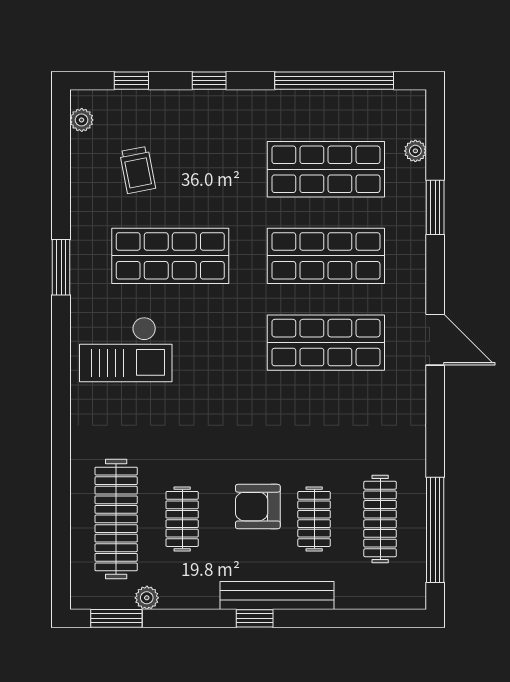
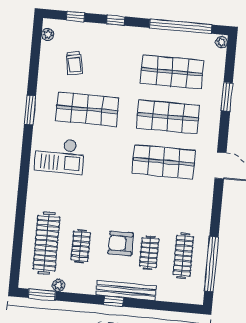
plant: (415, 151) -> (222, 42), moved

